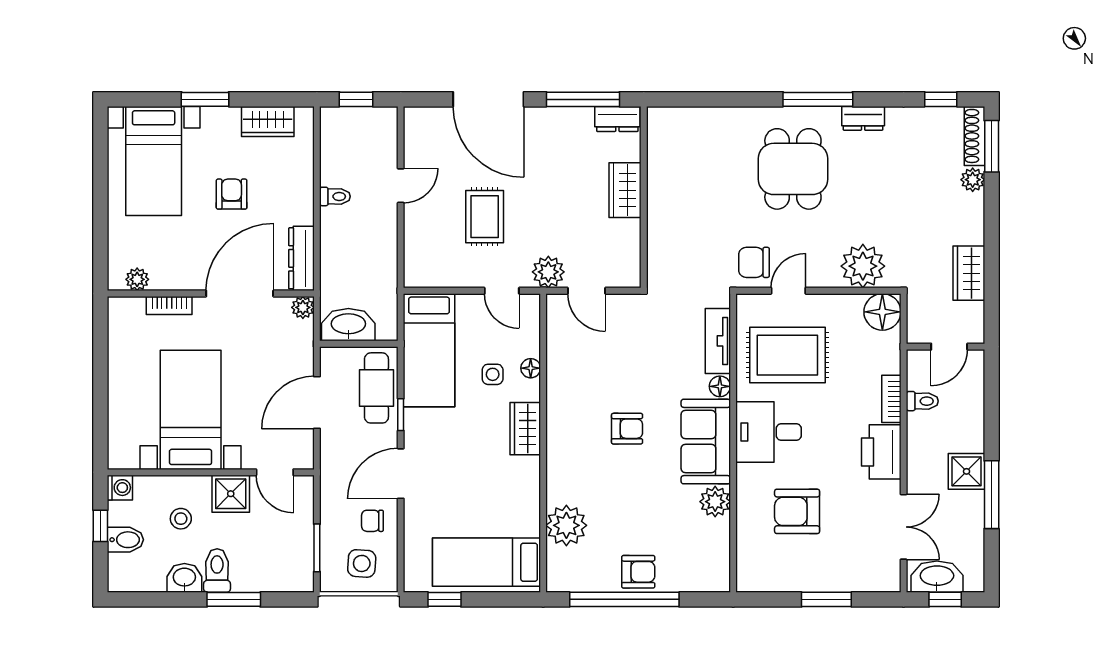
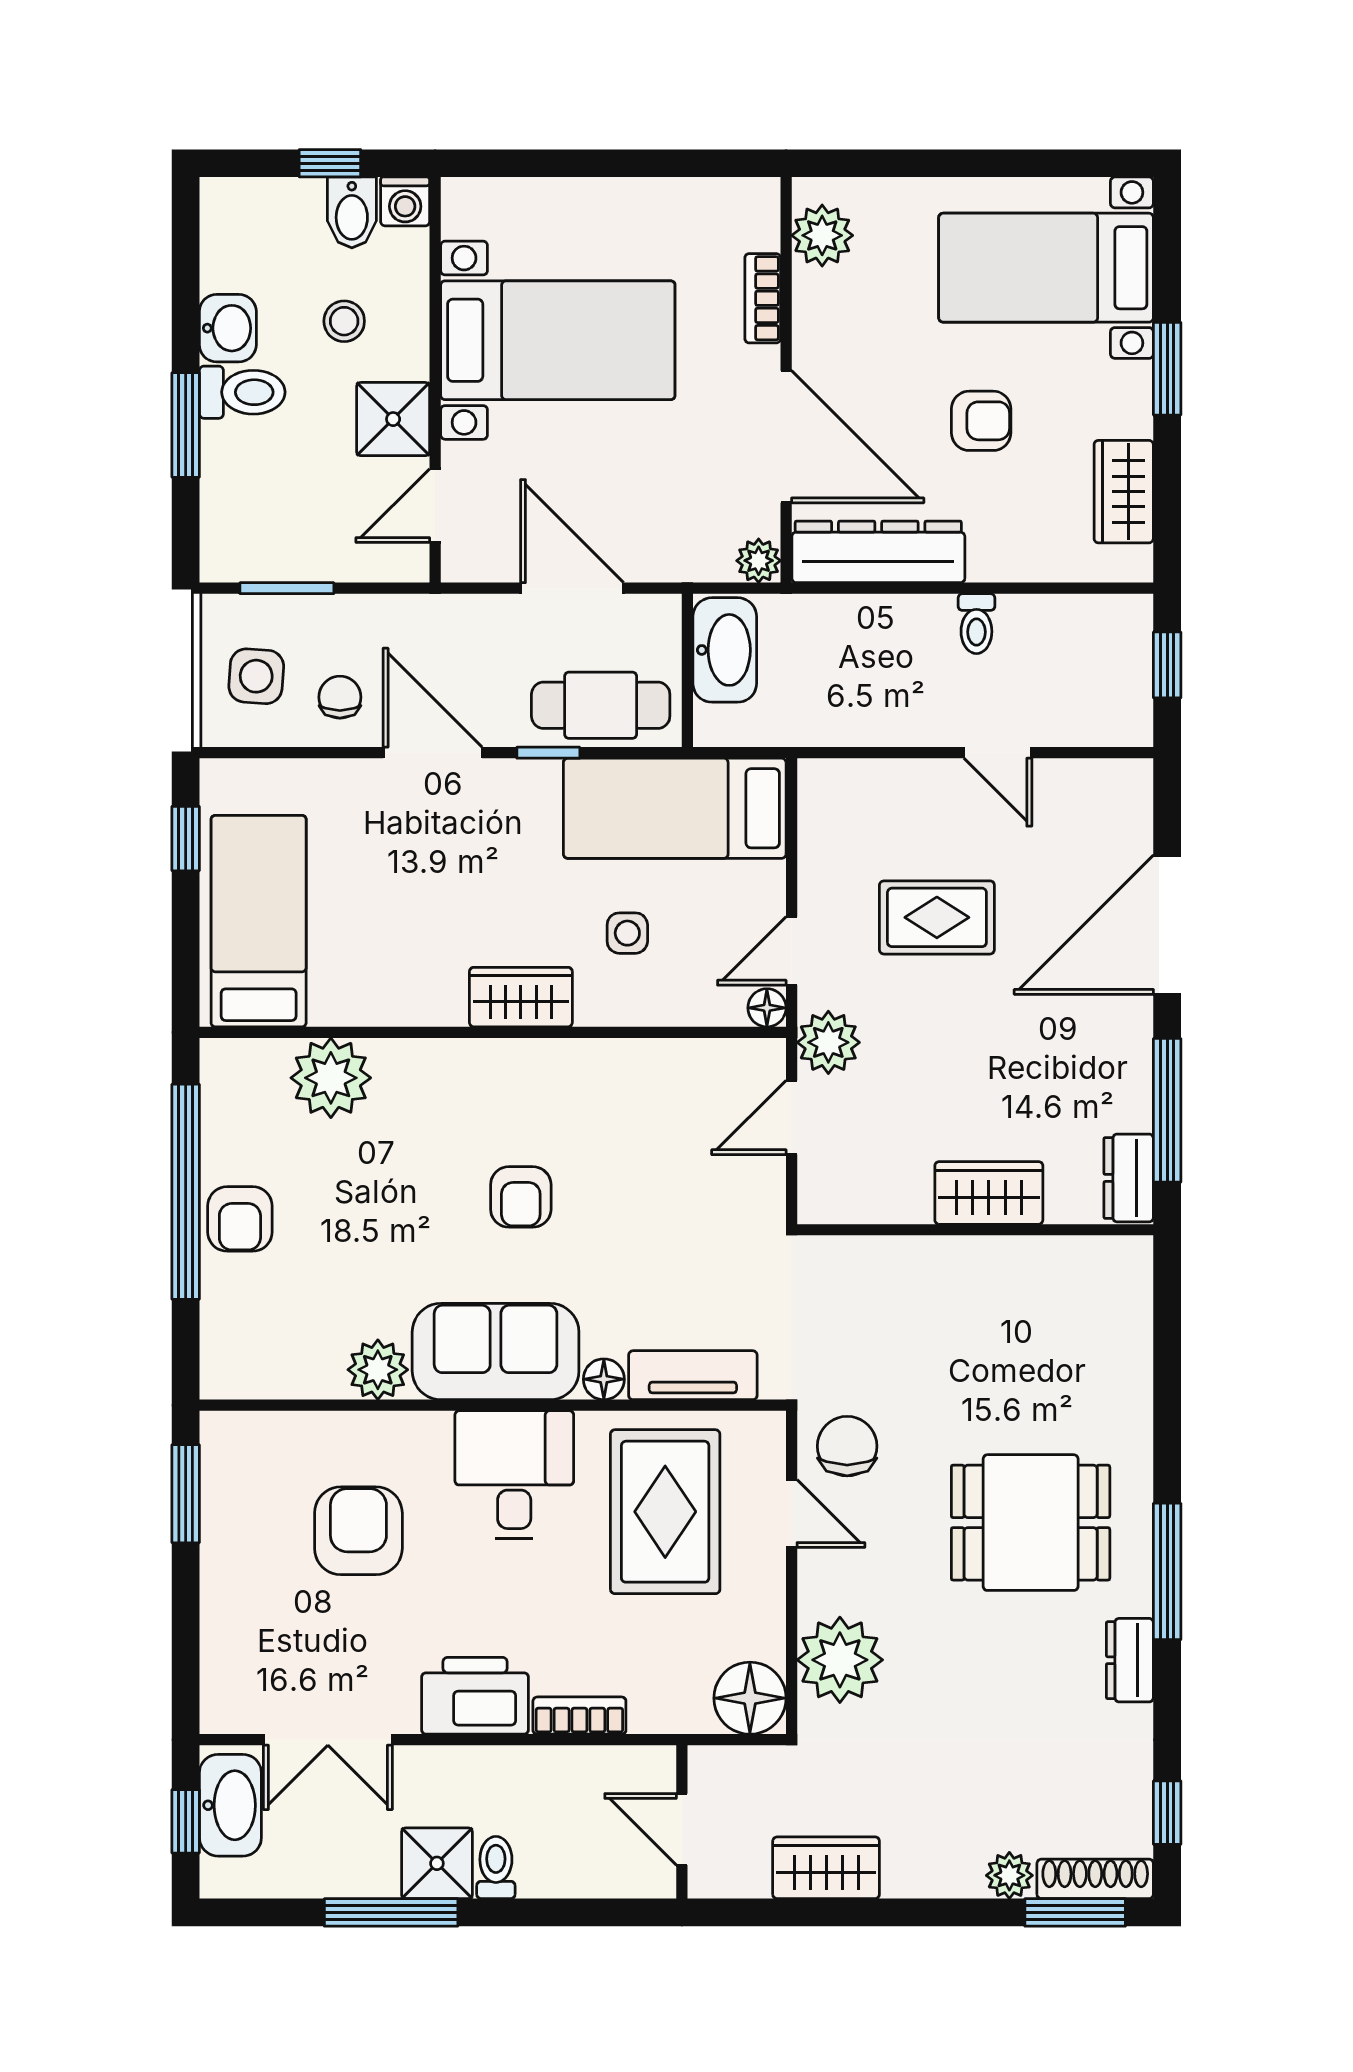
dresser: (301, 258) -> (878, 552), width x1.37, depth x1.24
plant: (137, 279) -> (822, 235), width x1.38, depth x1.38
floor lamp: (531, 368) -> (767, 1008), moved
toilet: (922, 401) -> (496, 1868), moved, turned 180
bidet: (125, 540) -> (352, 212), moved
window: (826, 599) -> (186, 1494), moved

